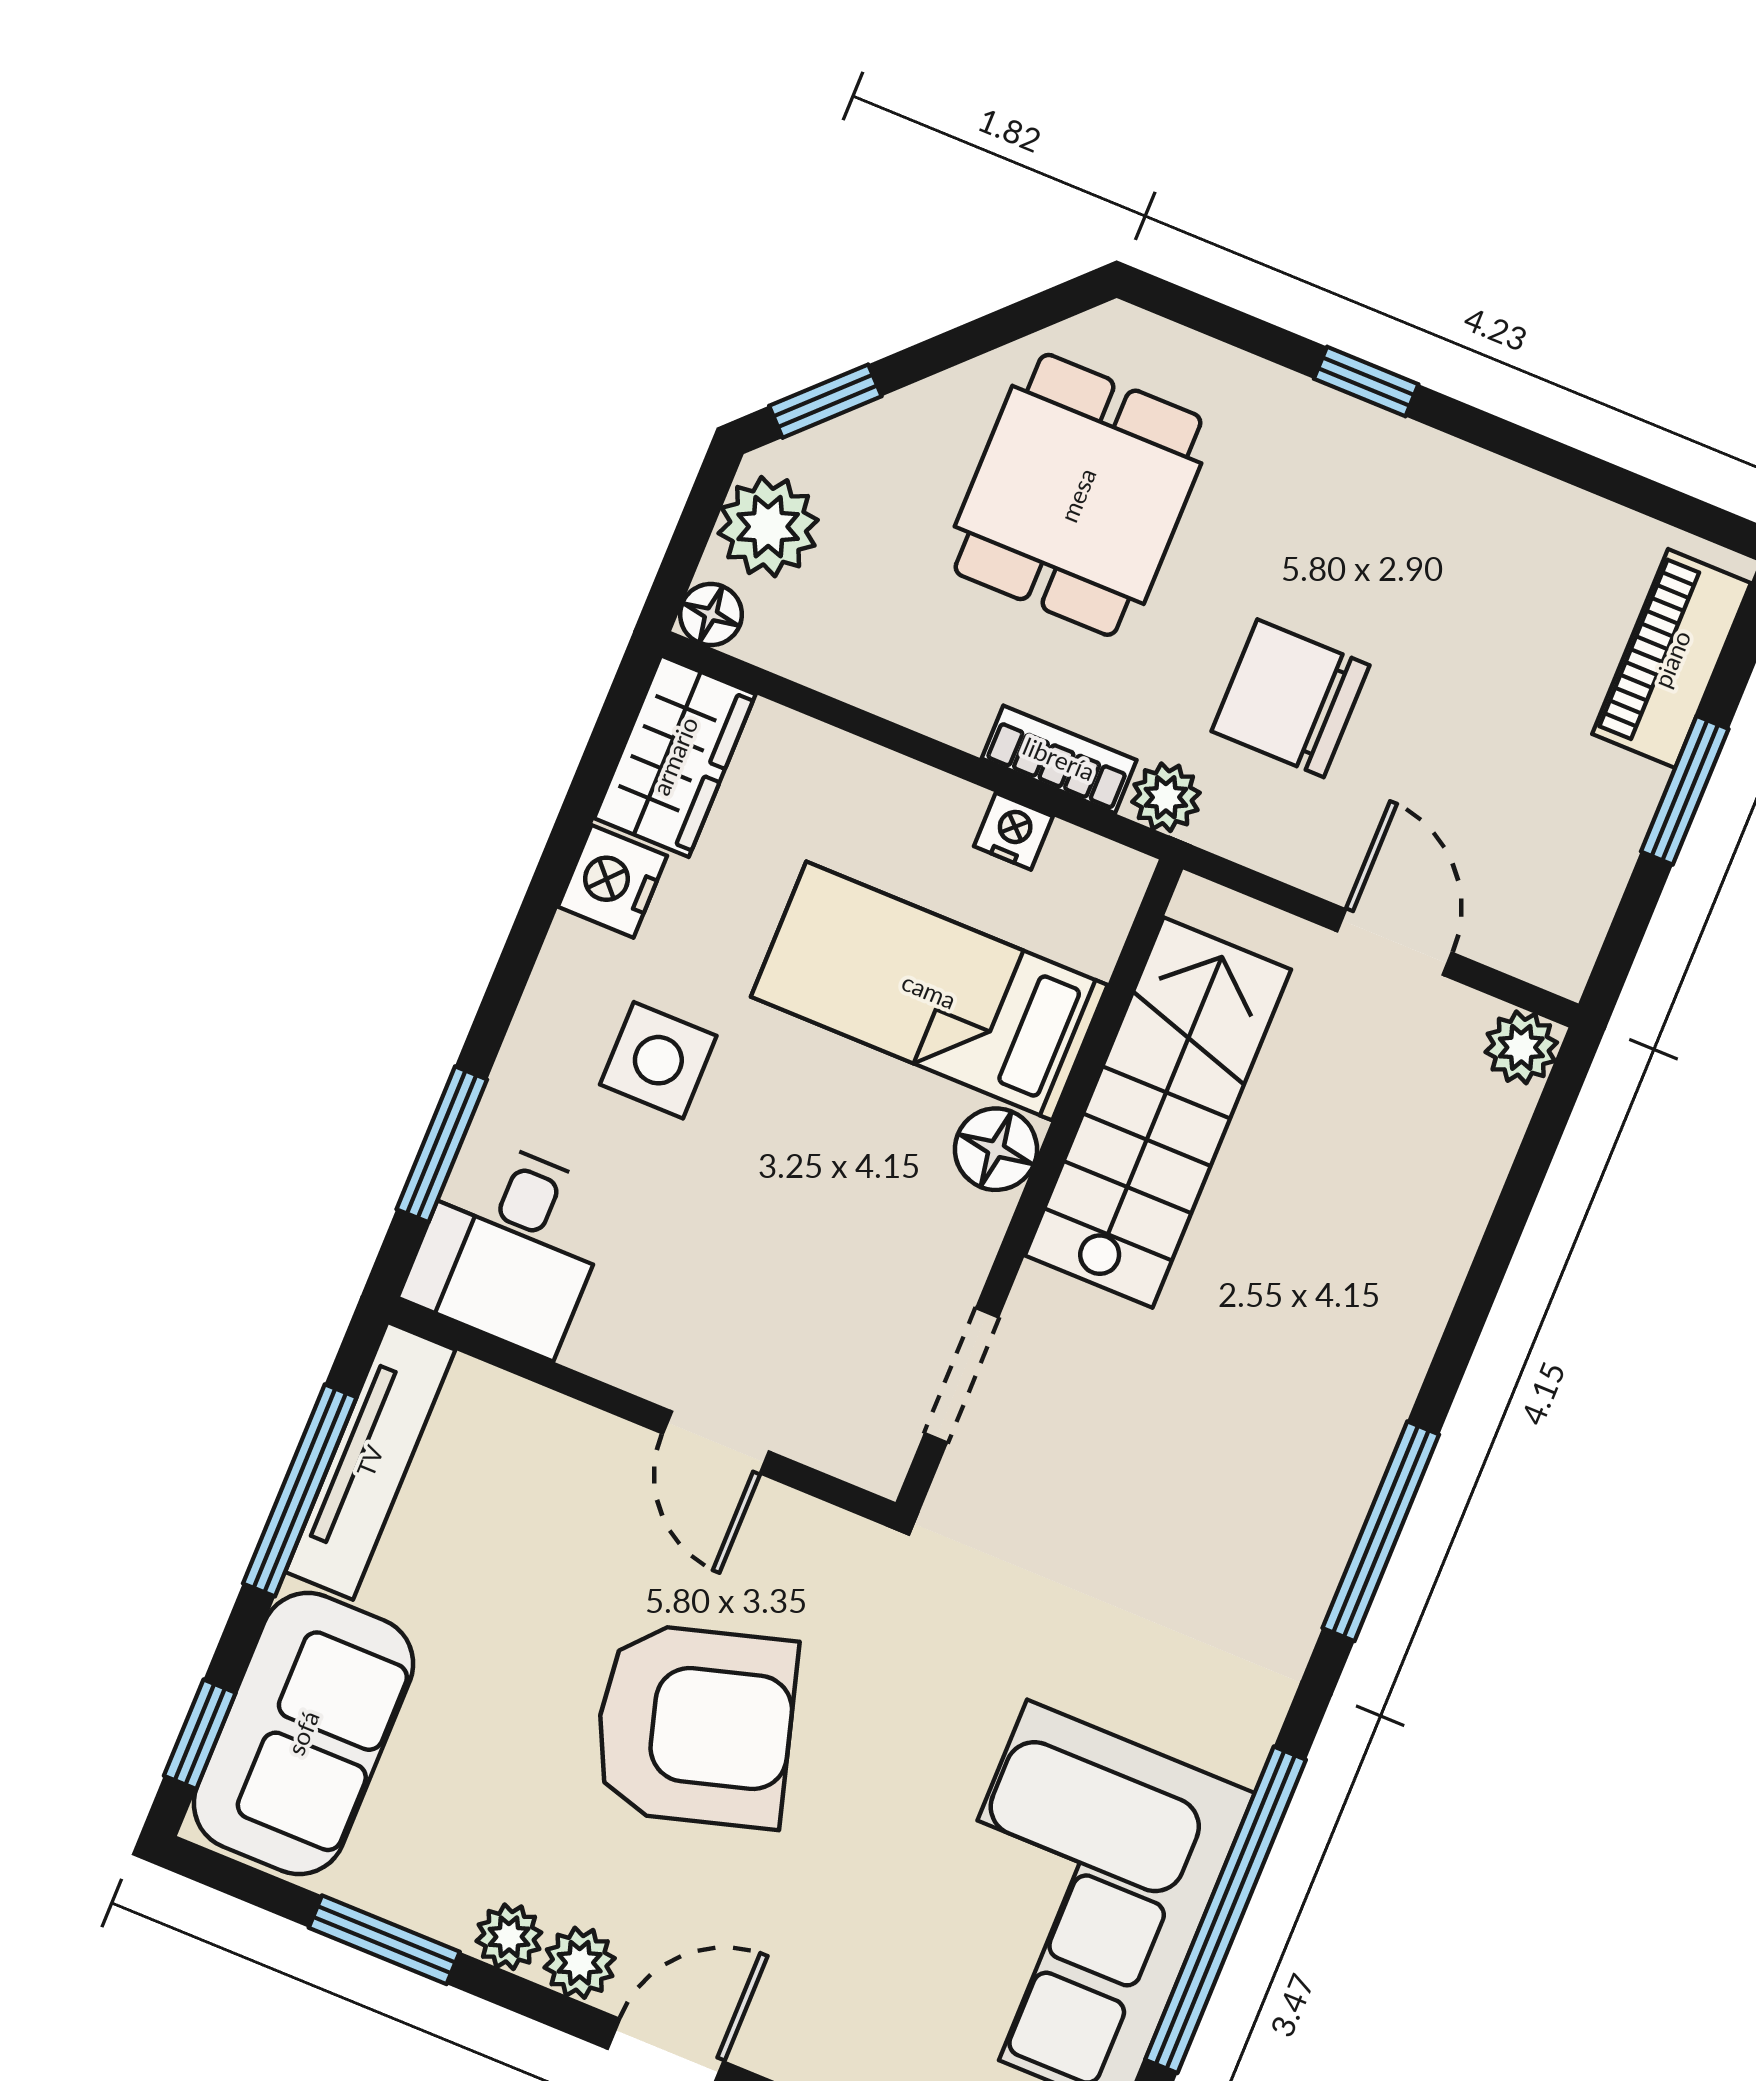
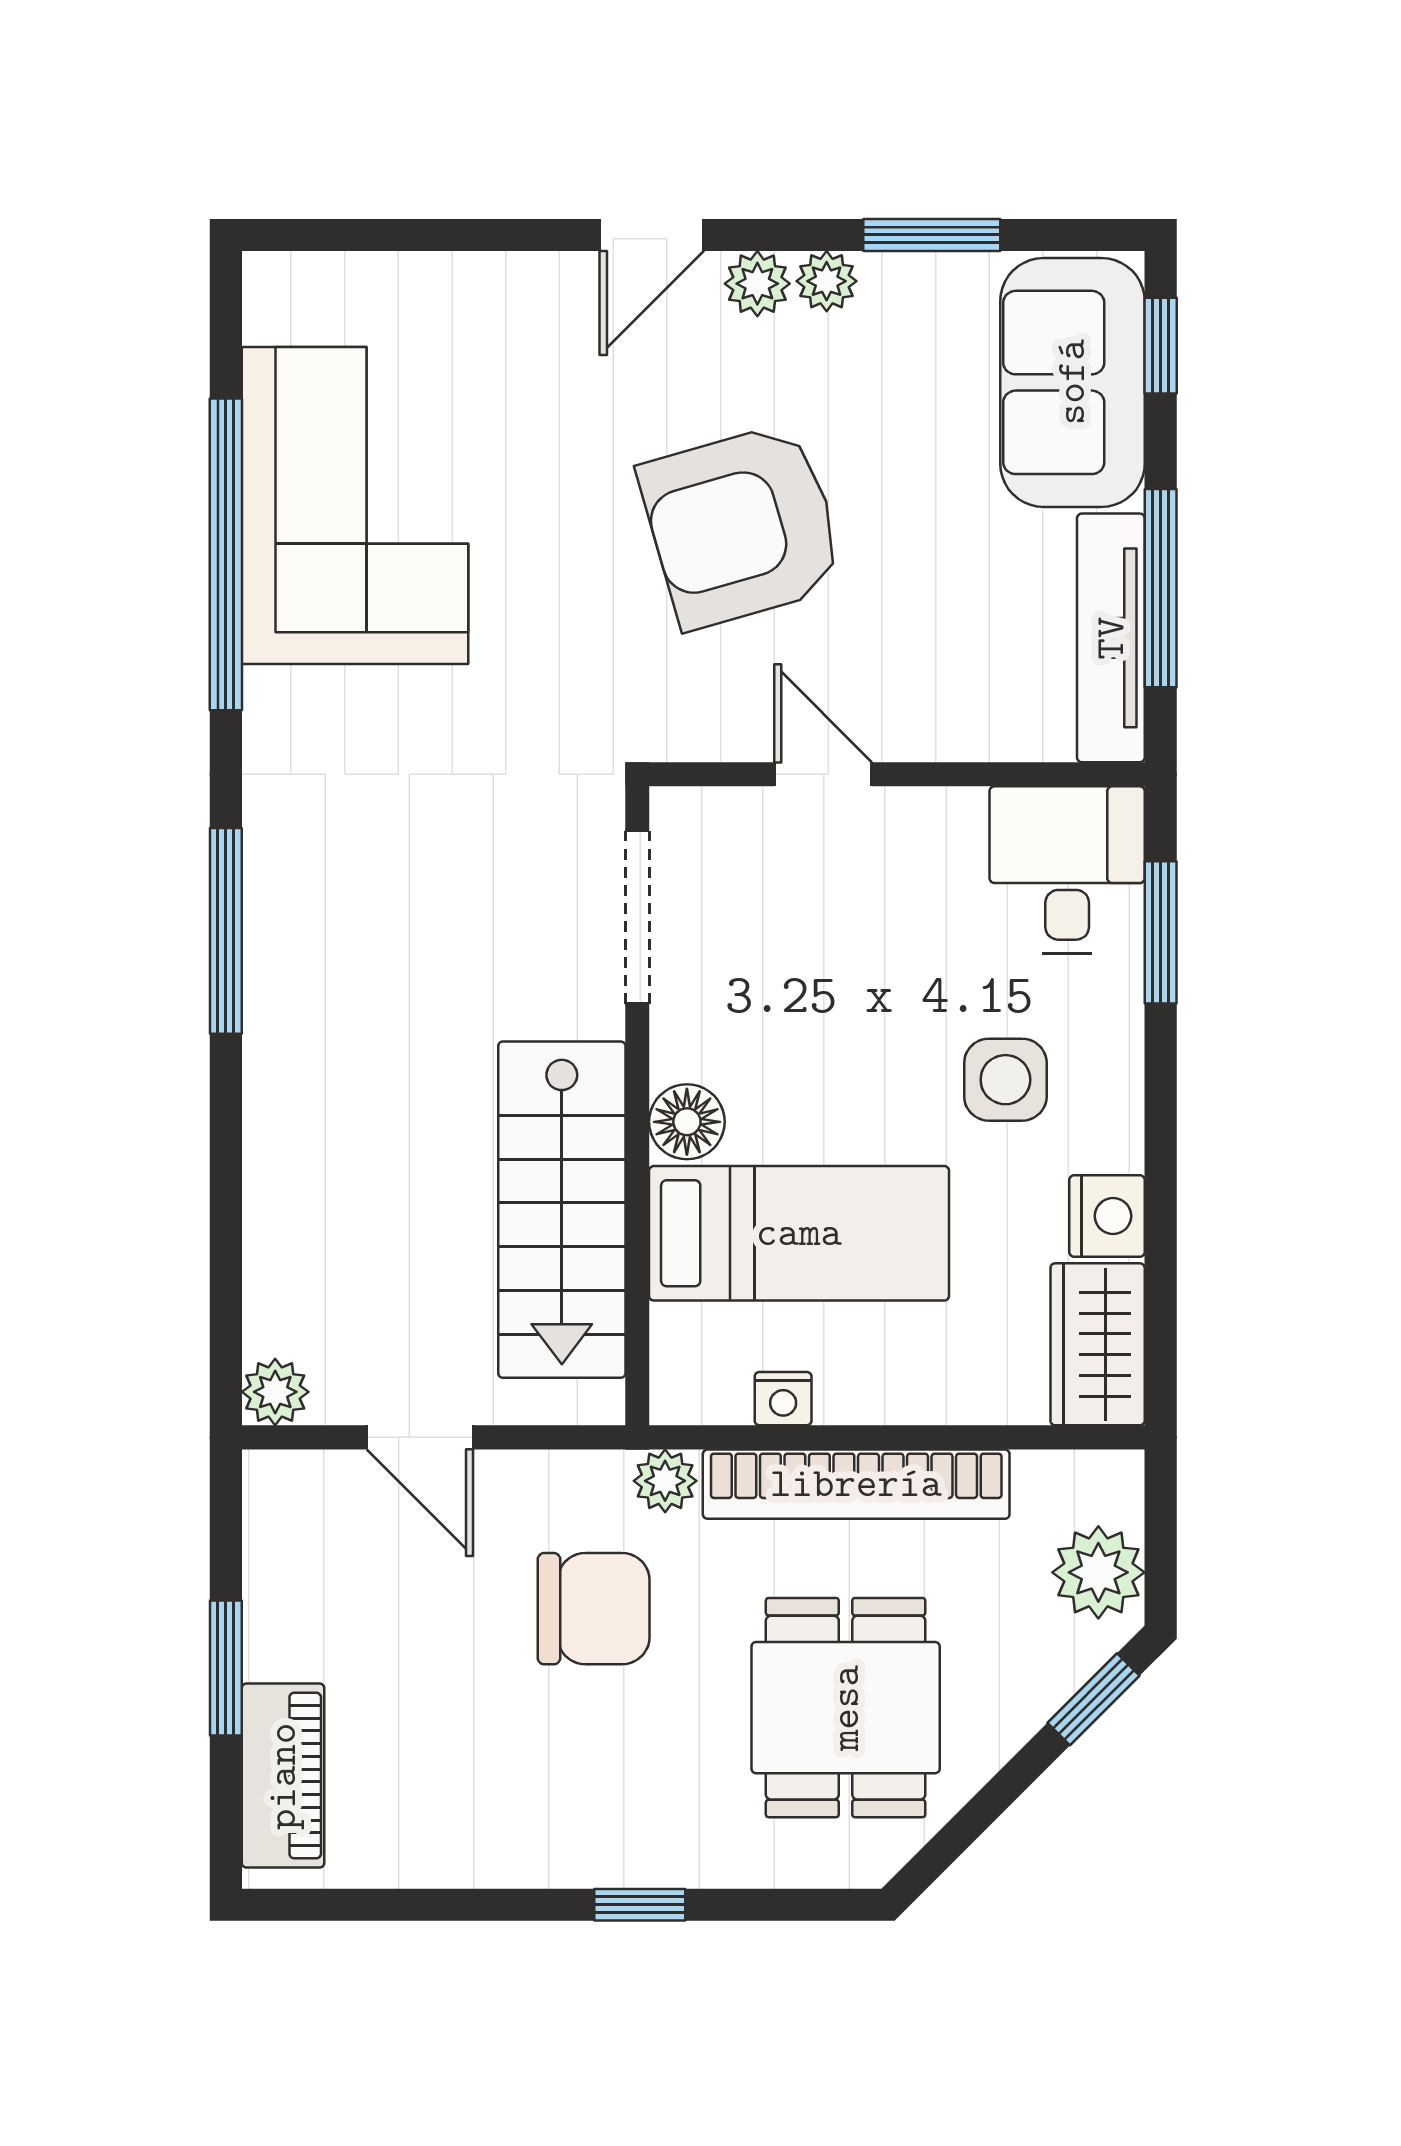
floor lamp: (711, 614) -> (1116, 1478), removed
bookcase: (1059, 759) -> (856, 1484), width x2.31, depth x1.31
doorway: (962, 1375) -> (637, 917), width x1.38

